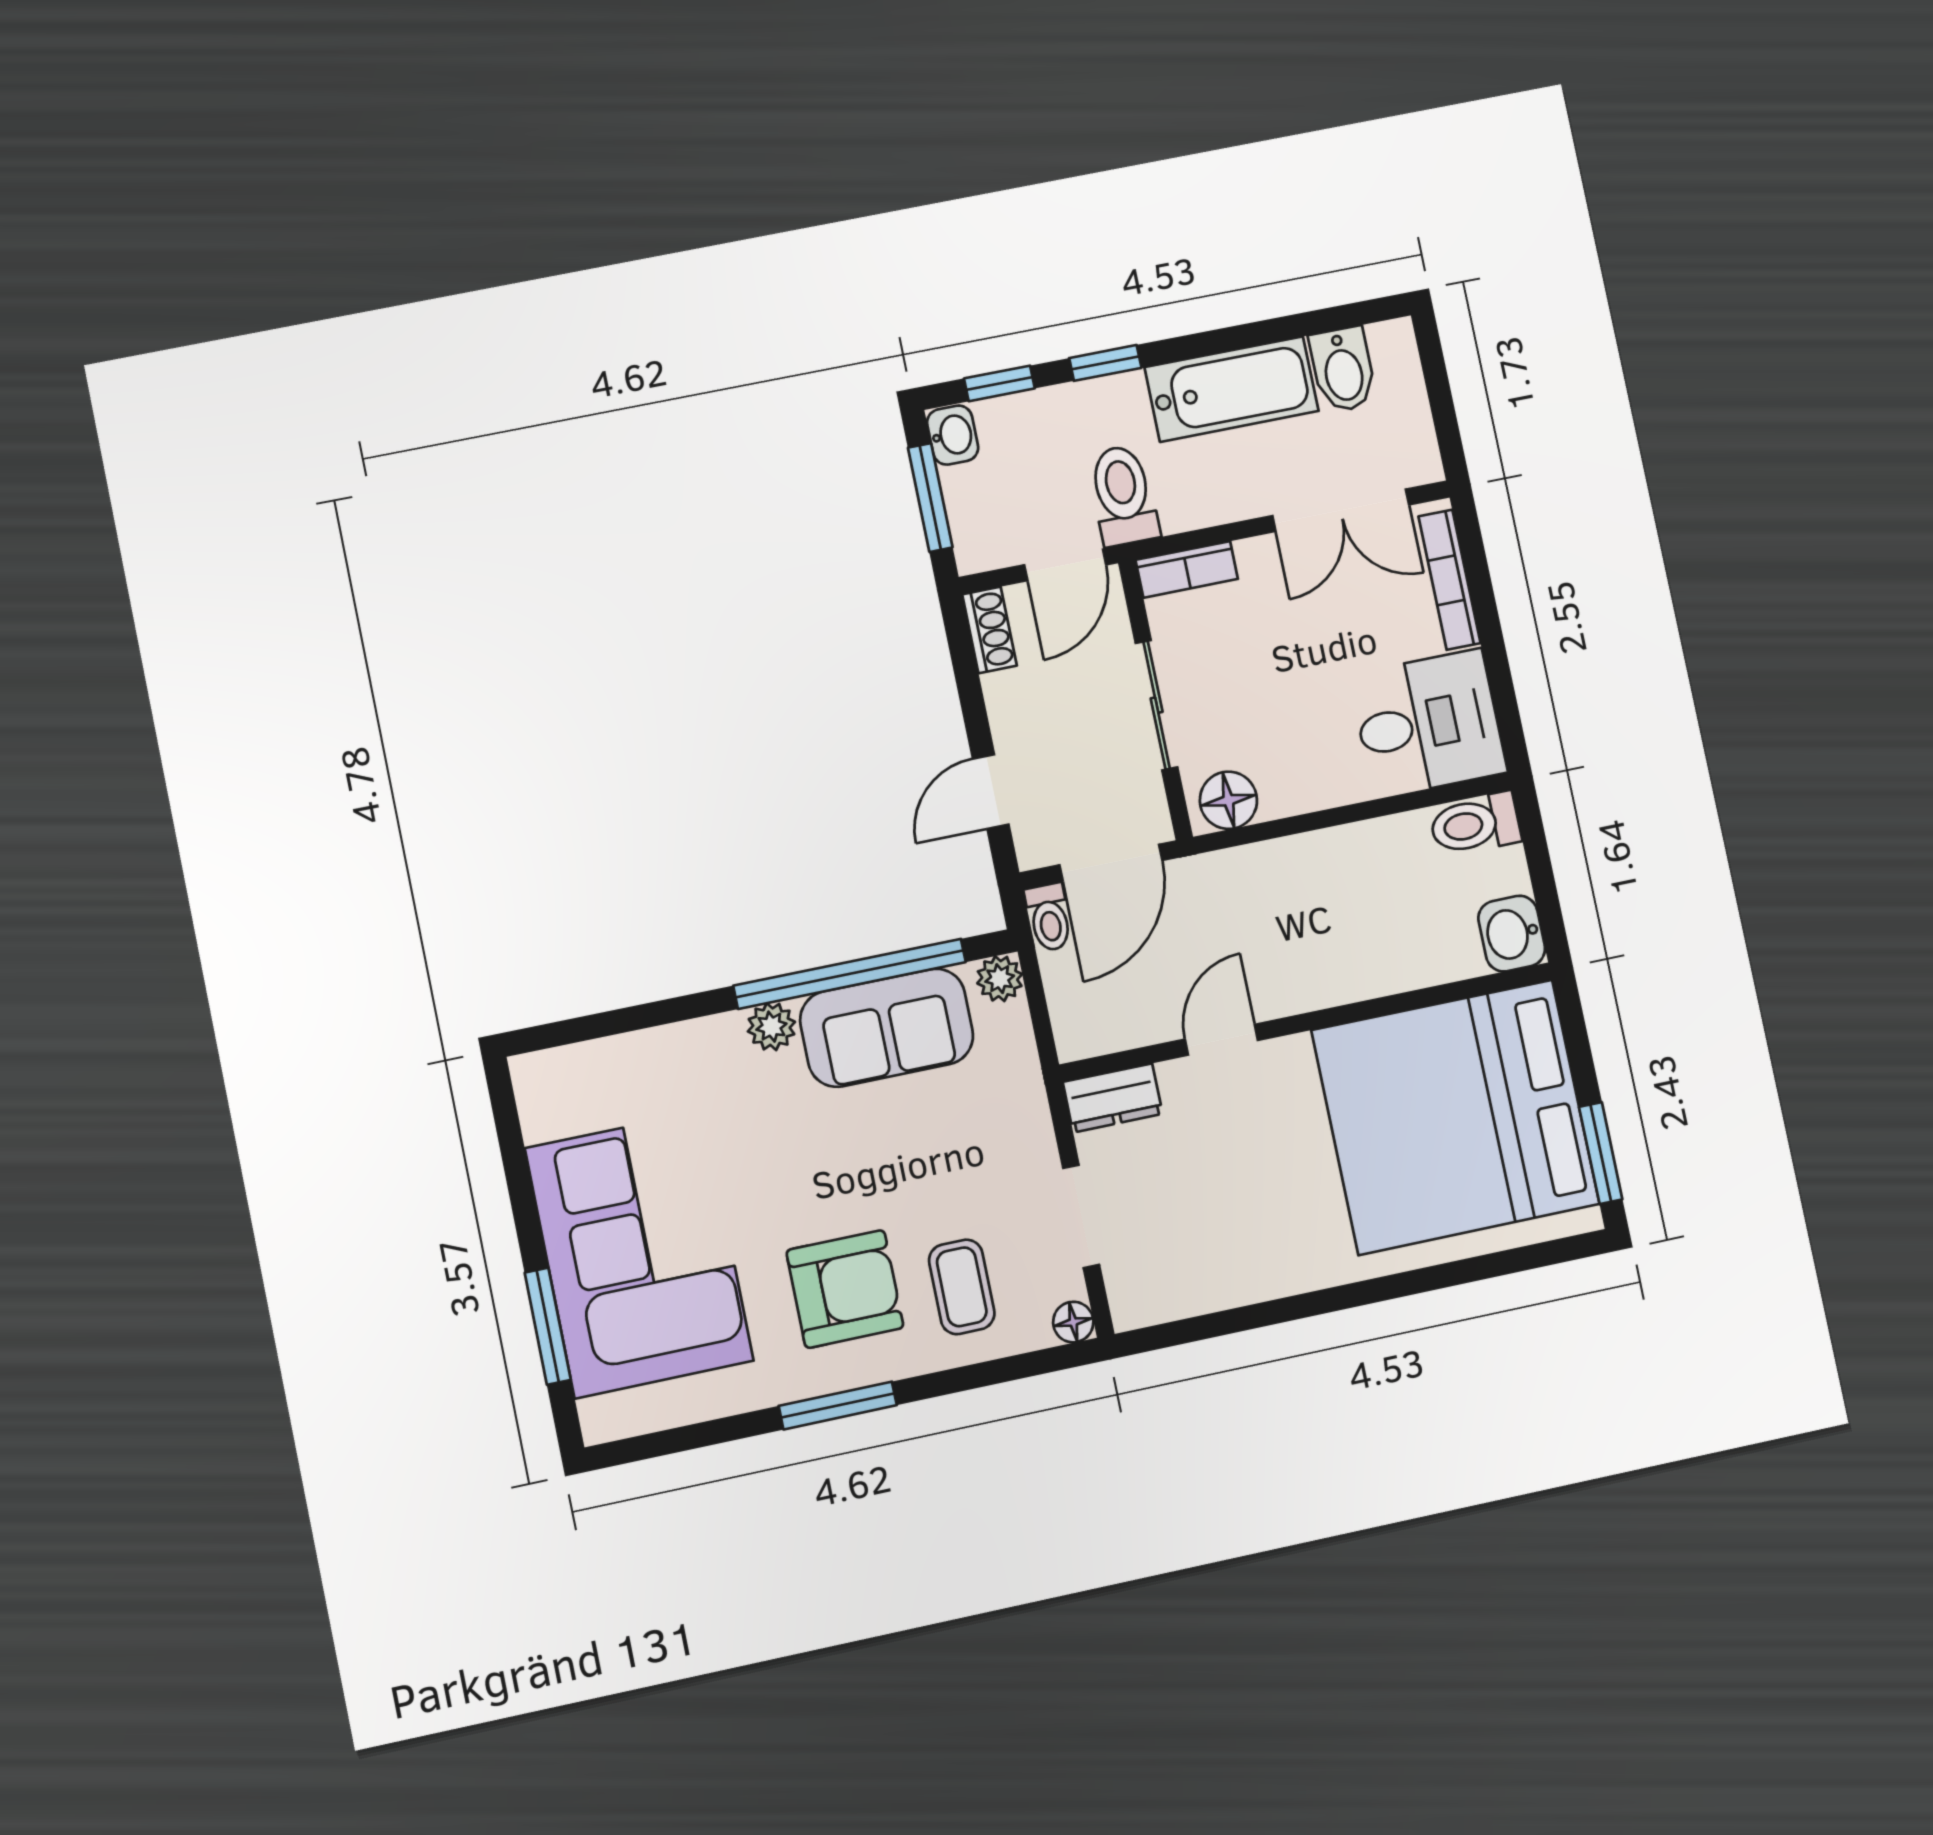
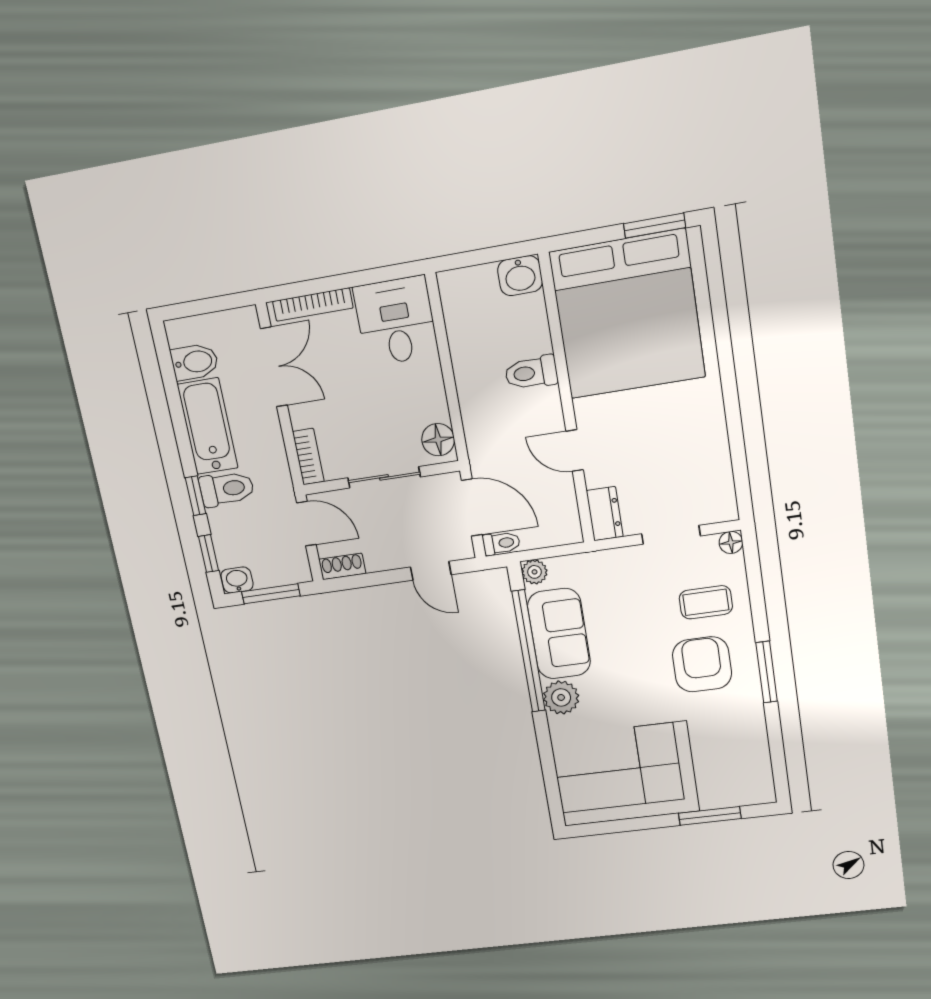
toilet: (1123, 495) -> (227, 489), moved, turned 180
toilet: (1475, 824) -> (531, 373), moved, turned 90
plant: (771, 1027) -> (561, 697), width x1.38, depth x1.38
corner sofa: (639, 1254) -> (625, 774), moved

